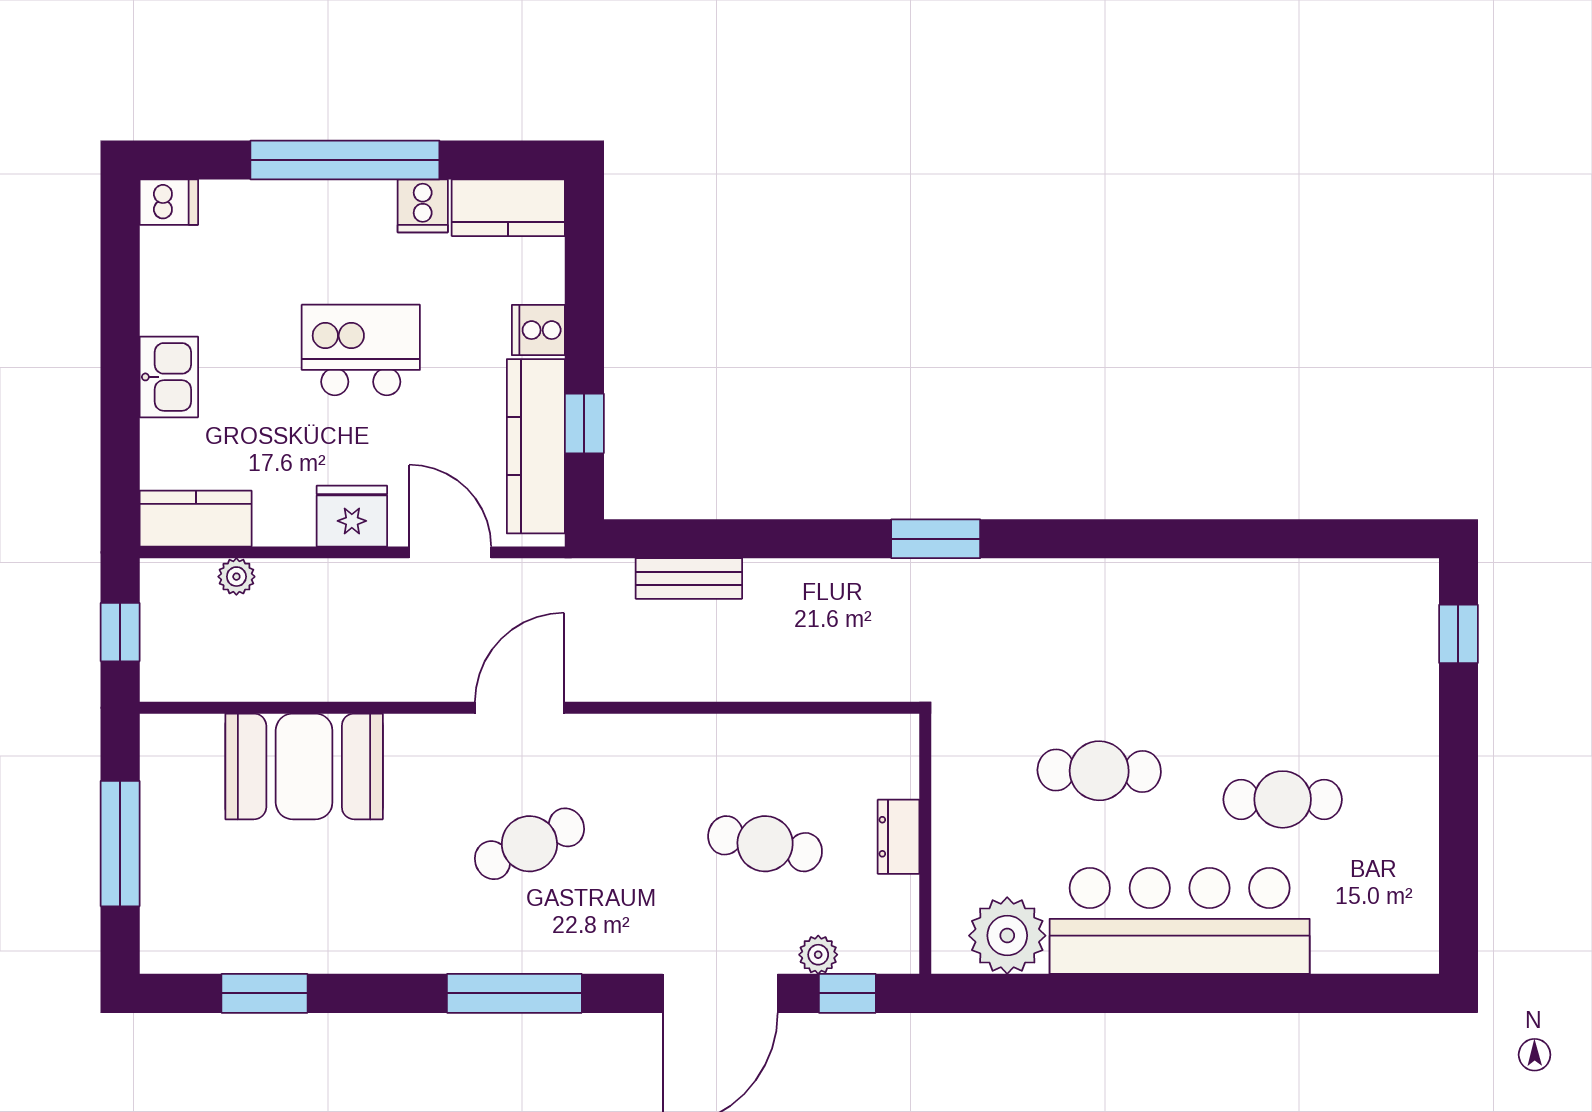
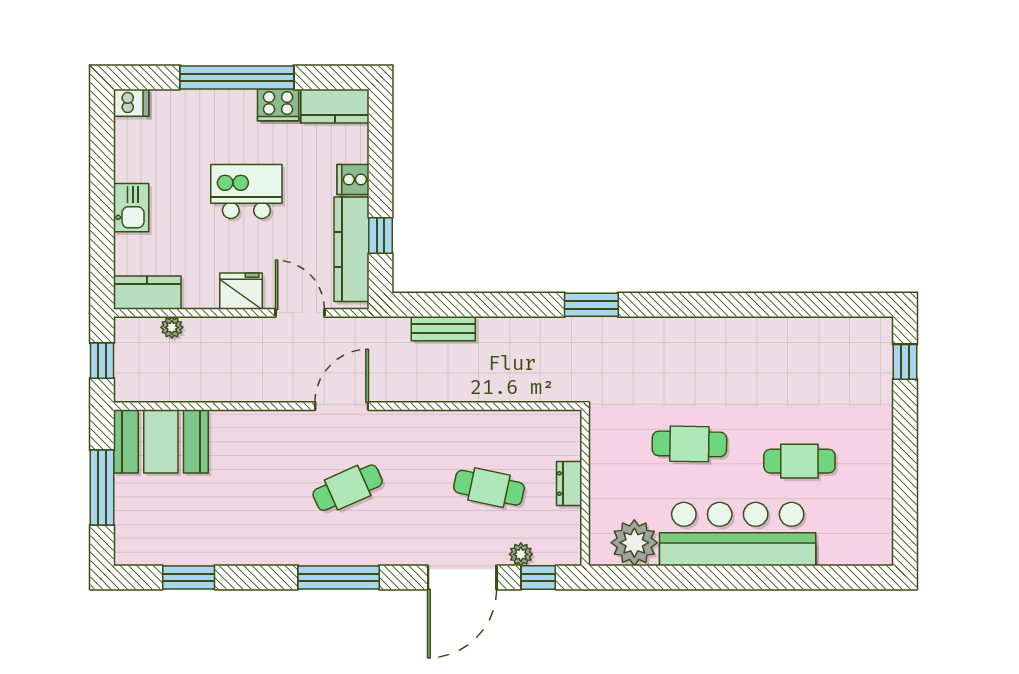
cooker: (423, 206) -> (278, 105), width x1.36
booth: (304, 766) -> (161, 441), moved

